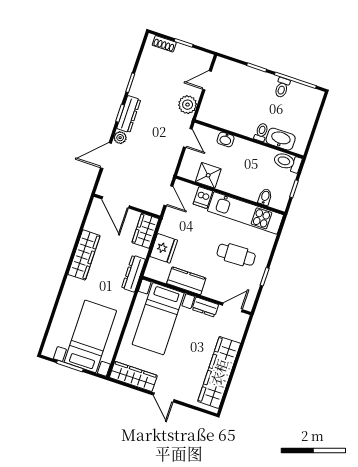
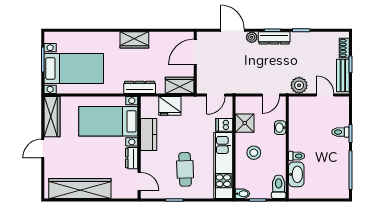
bench: (193, 55) -> (343, 75), added
toilet: (282, 88) -> (340, 132), moved
stool: (243, 176) -> (254, 153), added
bidet: (265, 197) -> (242, 194), moved
wardrobe: (84, 255) -> (134, 40), width x0.67

